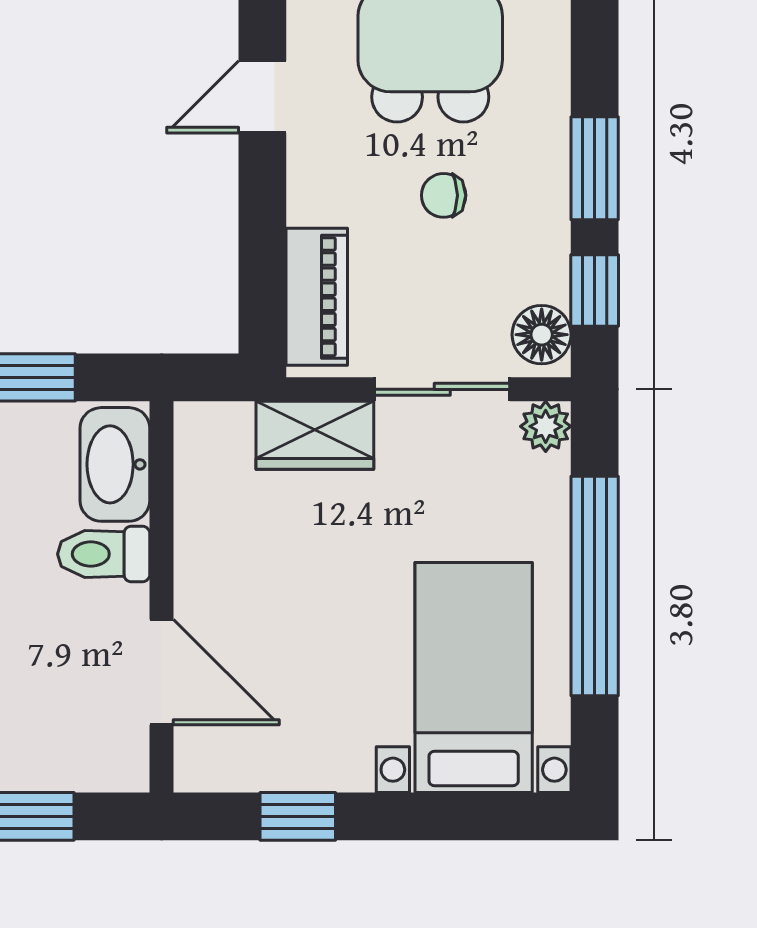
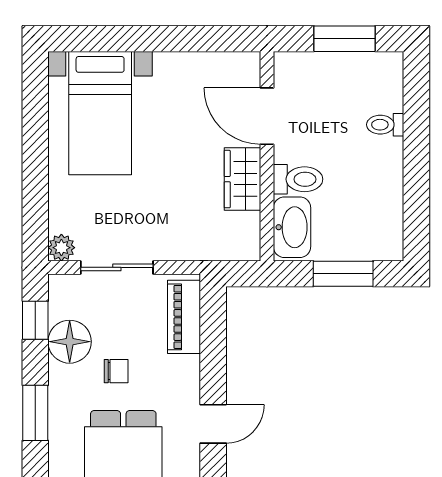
window: (595, 168) -> (35, 413), moved
floor lamp: (542, 335) -> (70, 342), moved, width x1.38, depth x1.38
wardrobe: (315, 435) -> (242, 179), moved, turned -90
window: (595, 586) -> (35, 162), removed
window: (298, 816) -> (194, 39), removed

